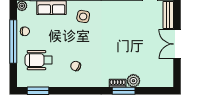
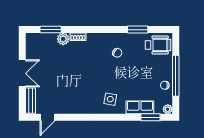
wheelchair: (39, 60) -> (158, 45), moved
window: (38, 91) -> (138, 30), moved
window: (124, 91) -> (51, 30), moved

